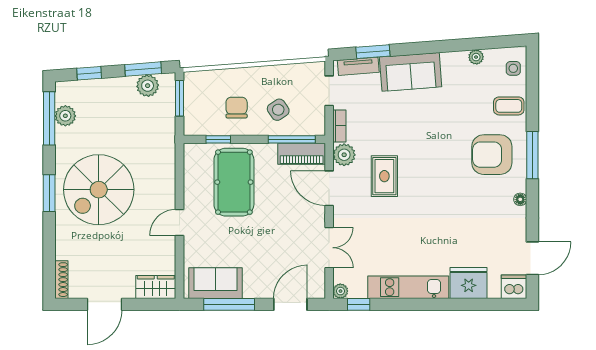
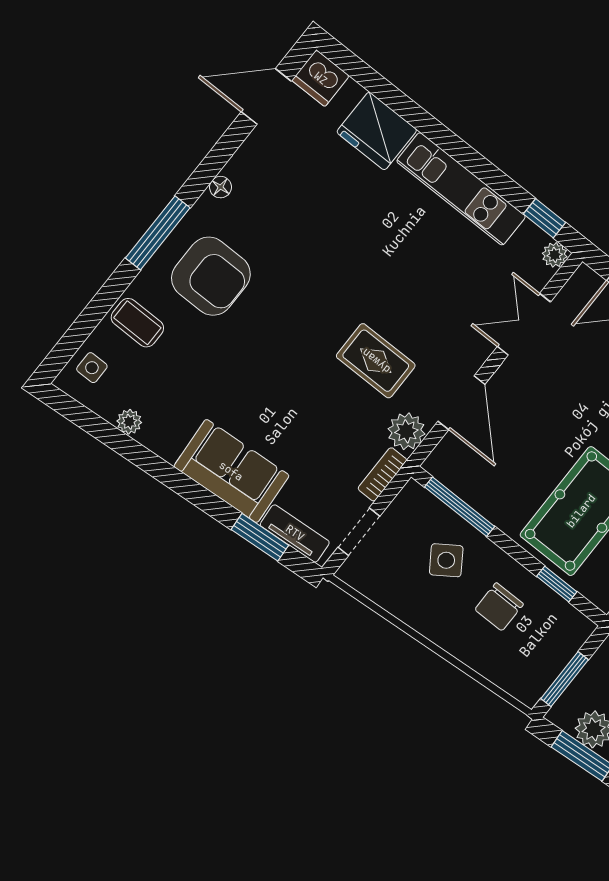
piano: (302, 154) -> (462, 477), removed
rug: (384, 176) -> (376, 361), turned 90

